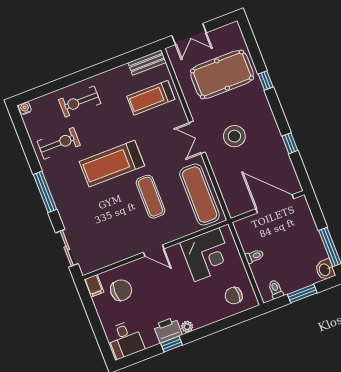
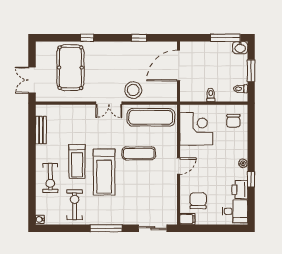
double door: (189, 34) -> (32, 80), swing flipped
bench: (147, 63) -> (41, 130), moved
treadmill: (151, 98) -> (77, 161), moved
stool: (234, 136) -> (133, 90), moved
printer: (168, 330) -> (240, 189), moved

